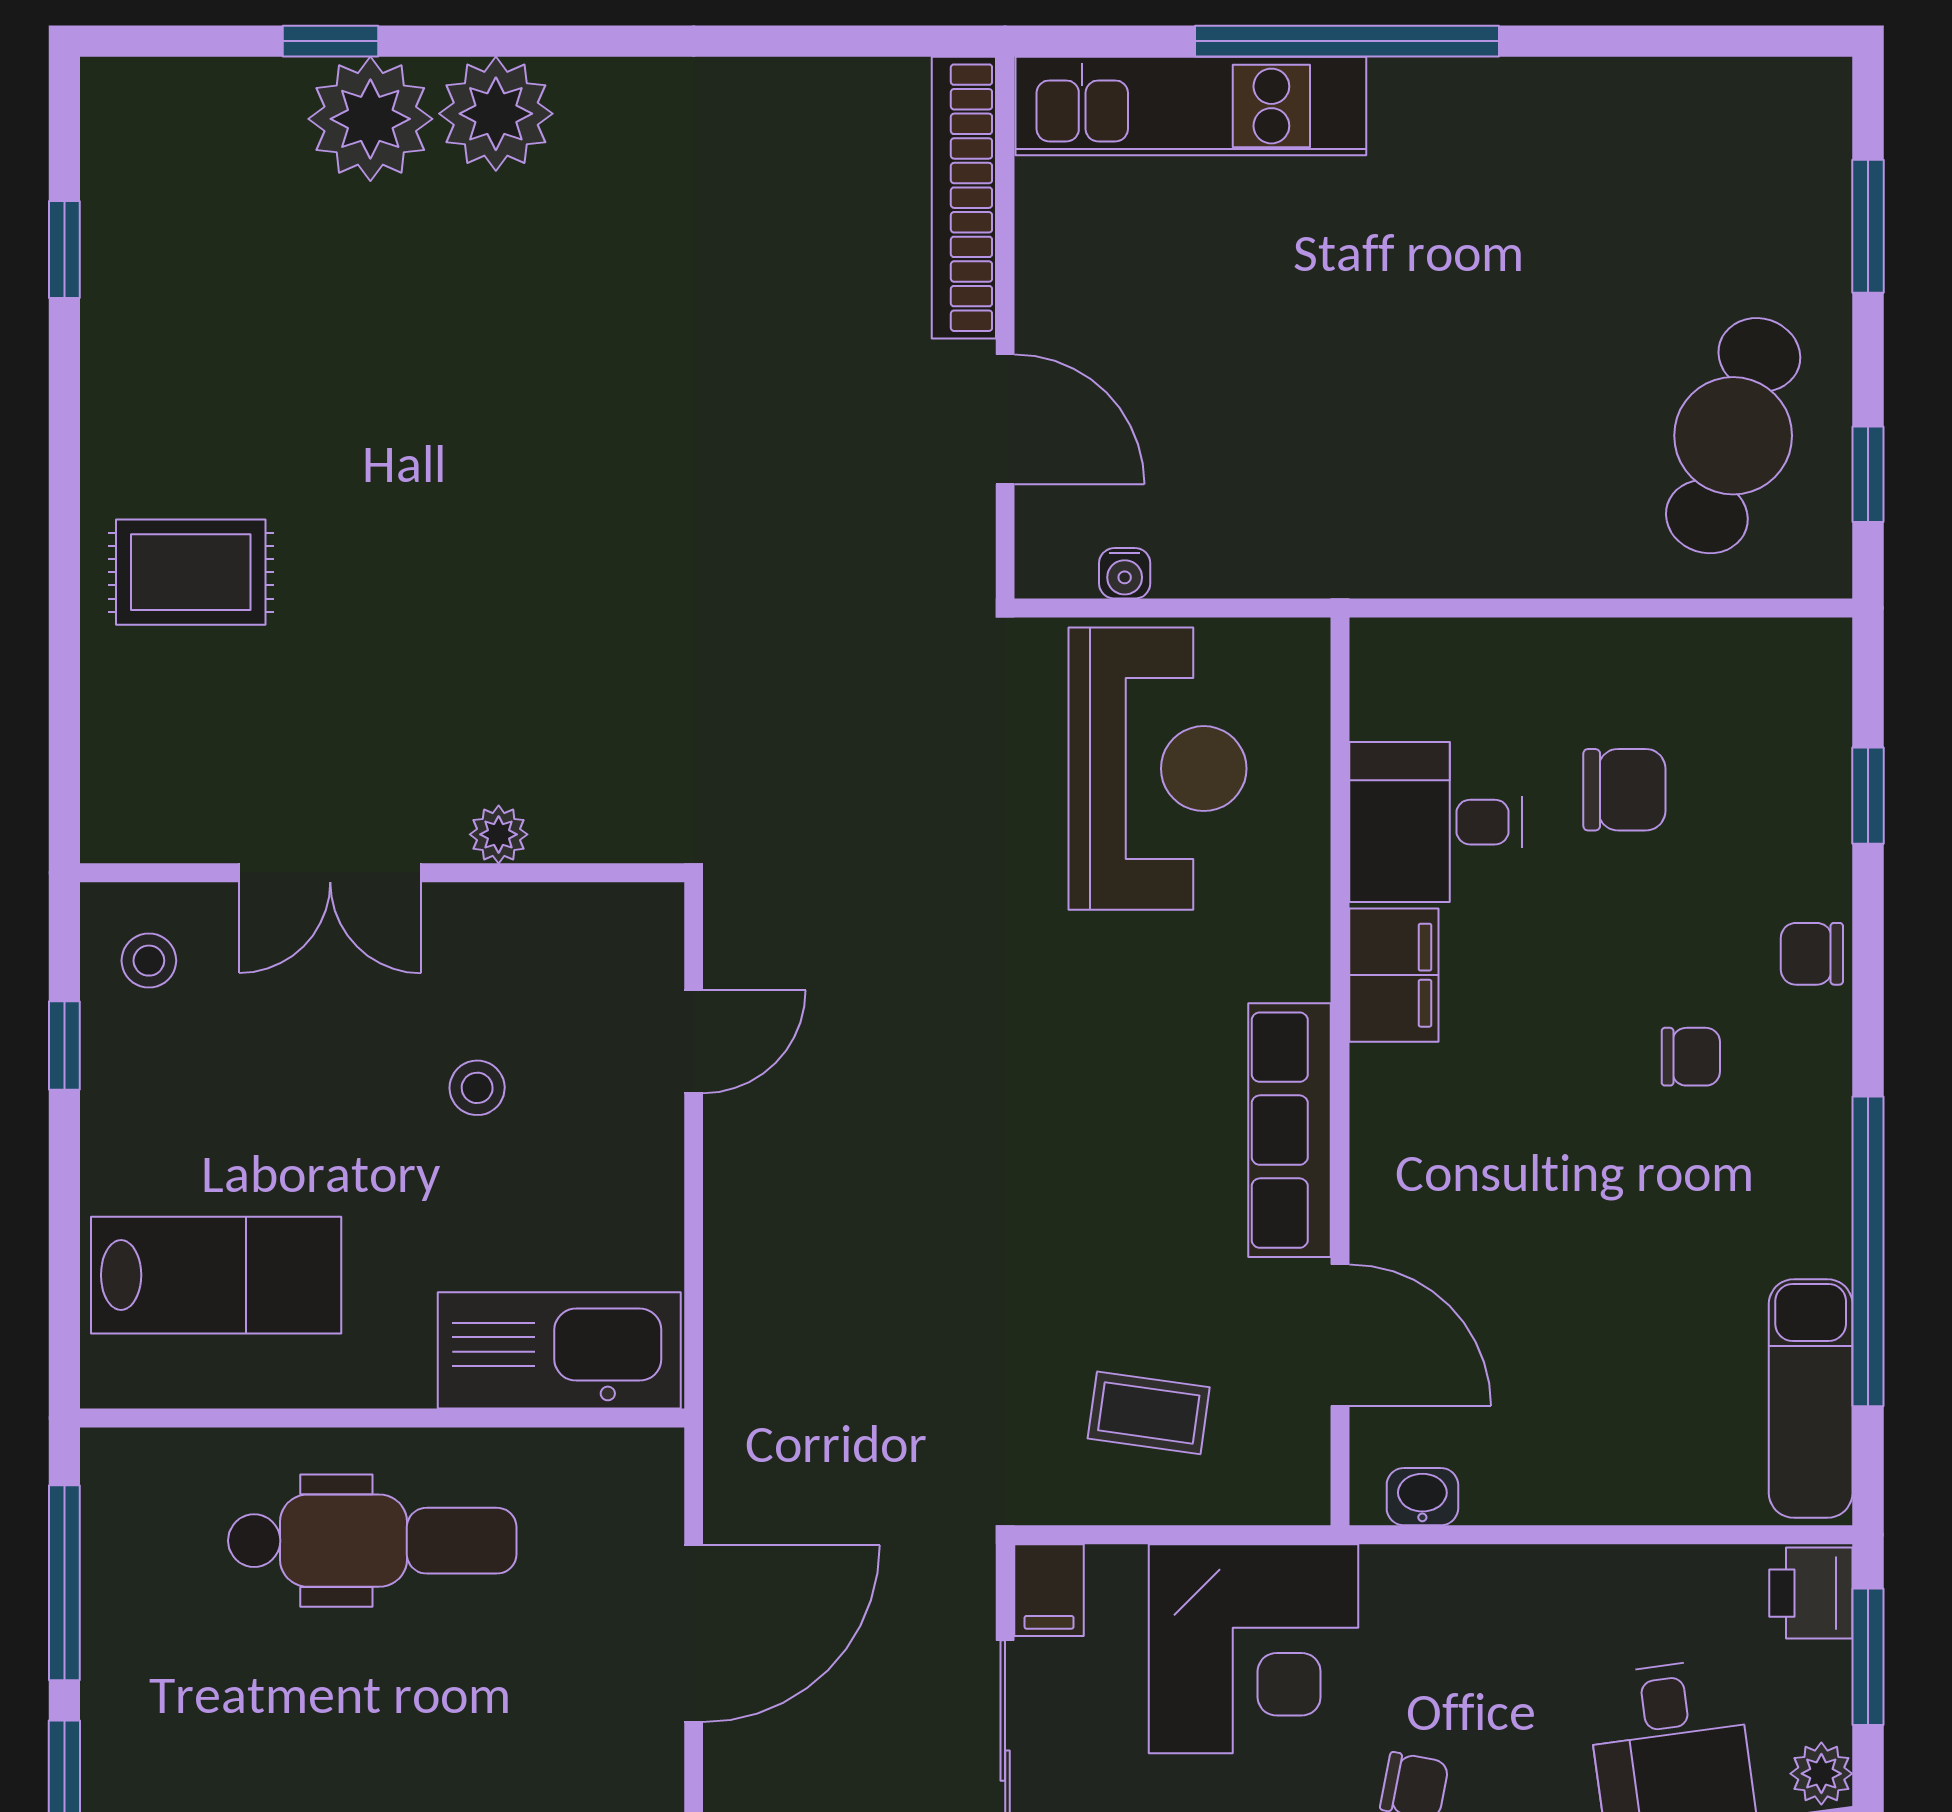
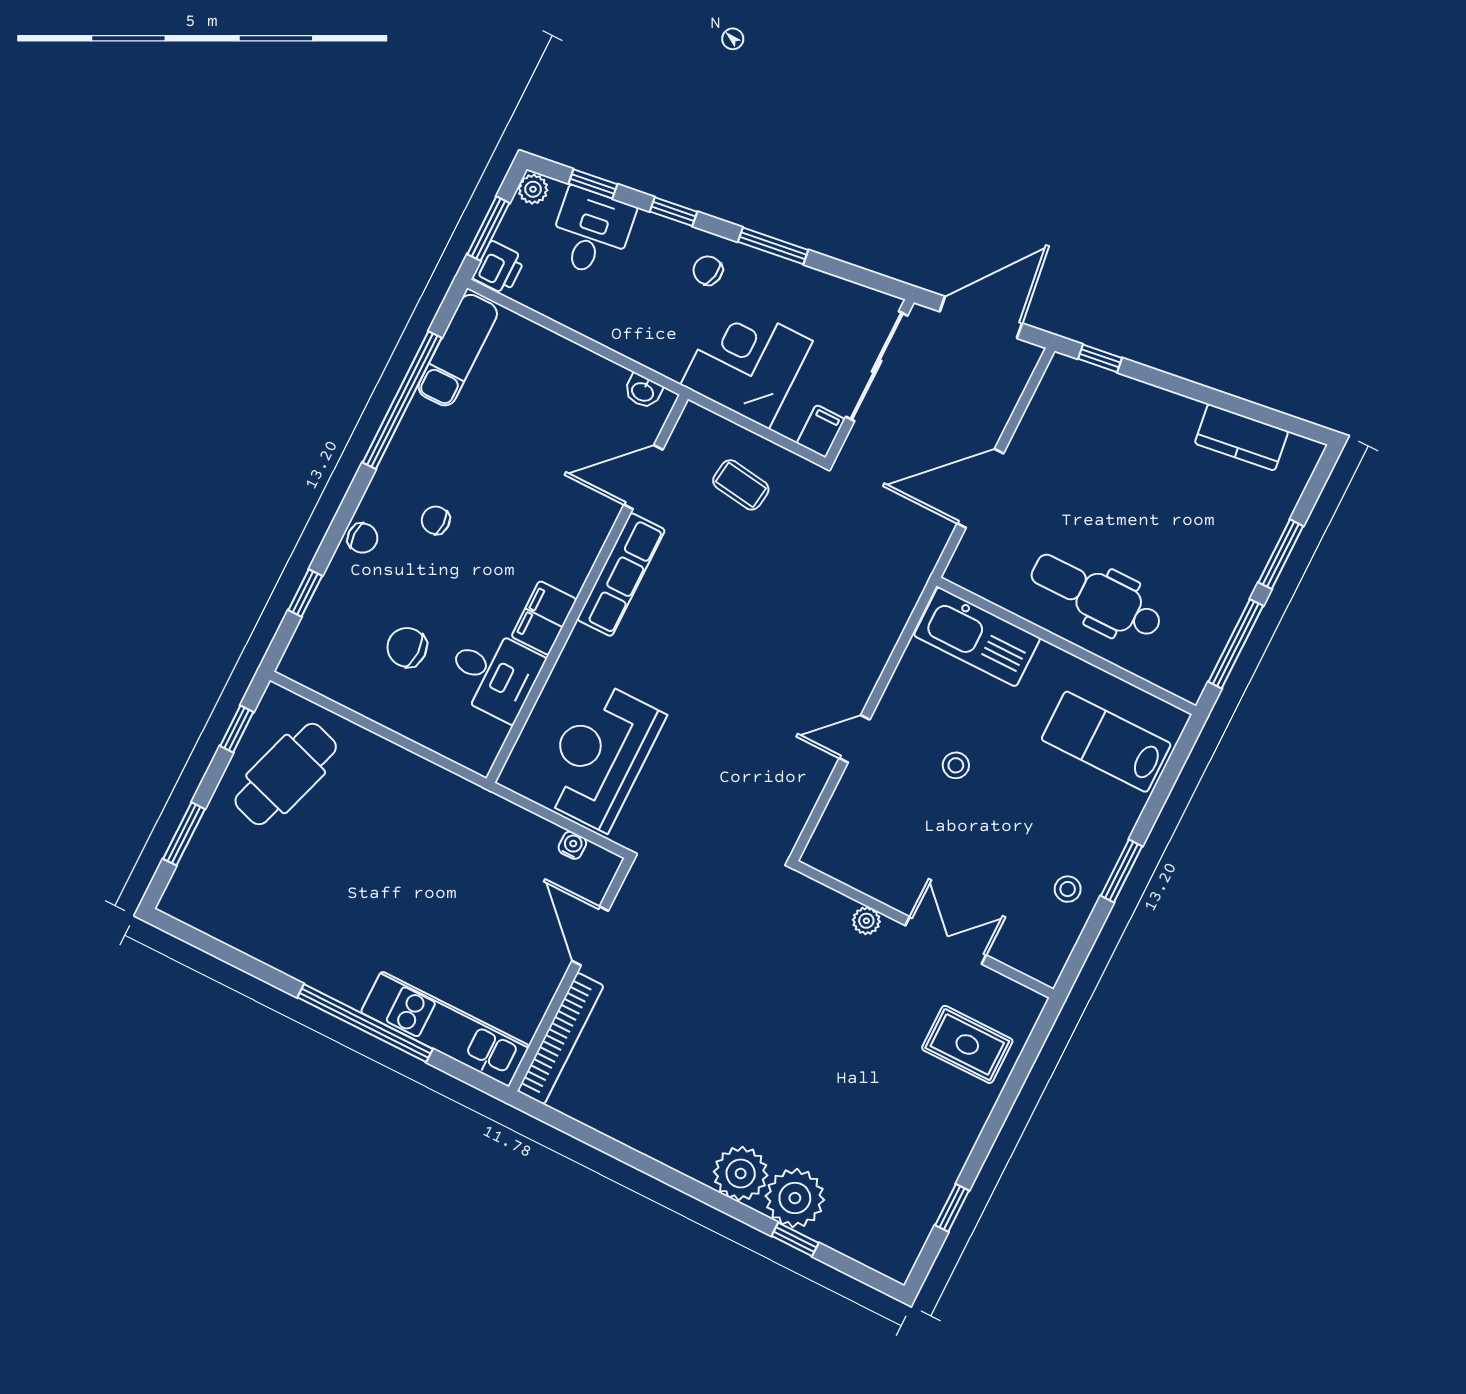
plant: (499, 834) -> (866, 921), moved
double door: (330, 873) -> (946, 940), moved
wall: (382, 873) -> (924, 929), moved
window: (64, 1046) -> (1121, 871), width x1.50
door: (1340, 1335) -> (643, 477), hinge flipped

